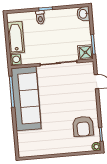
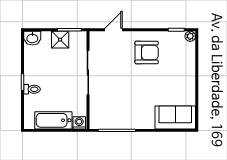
shower: (85, 52) -> (60, 40), moved
sofa: (26, 99) -> (175, 117), moved, width x0.54, depth x0.79
armchair: (83, 126) -> (147, 53), moved

